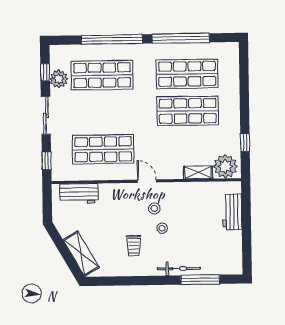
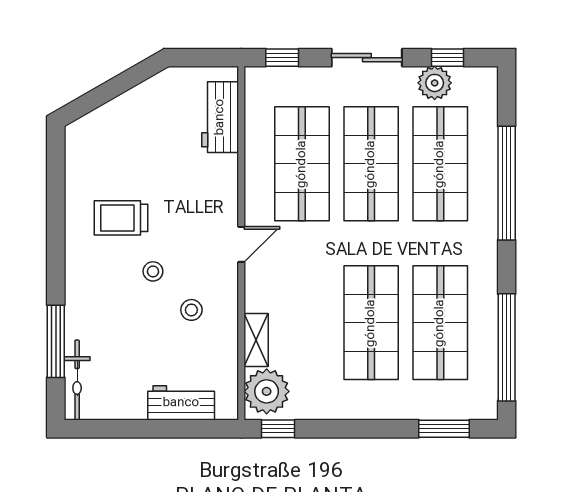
window: (181, 38) -> (507, 347), moved
window: (244, 71) -> (444, 429), added
shop shelf: (103, 112) -> (371, 164), added
window: (245, 142) -> (278, 429), moved
stool: (154, 208) -> (191, 310), moved
trolley: (134, 246) -> (121, 218), width x1.36, depth x1.39
shelving: (81, 254) -> (108, 119), removed
bicycle: (179, 269) -> (77, 380), moved

